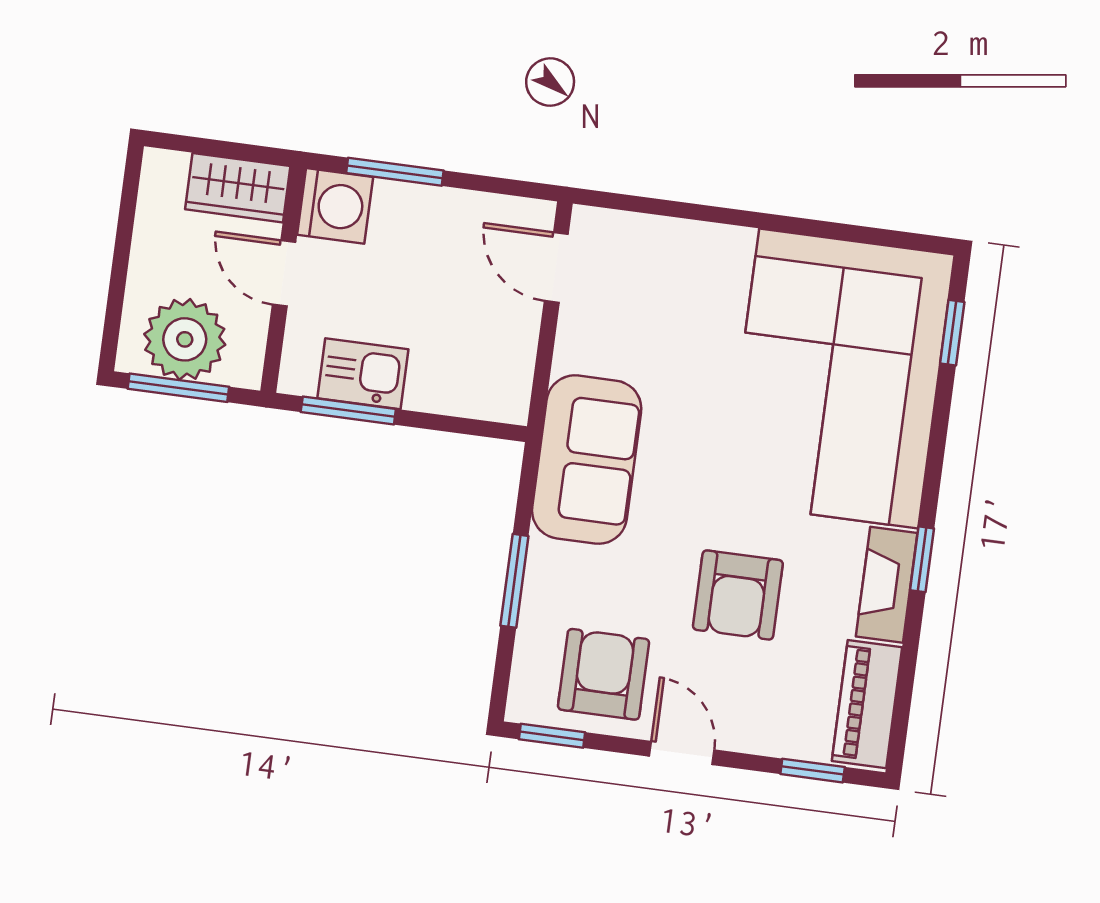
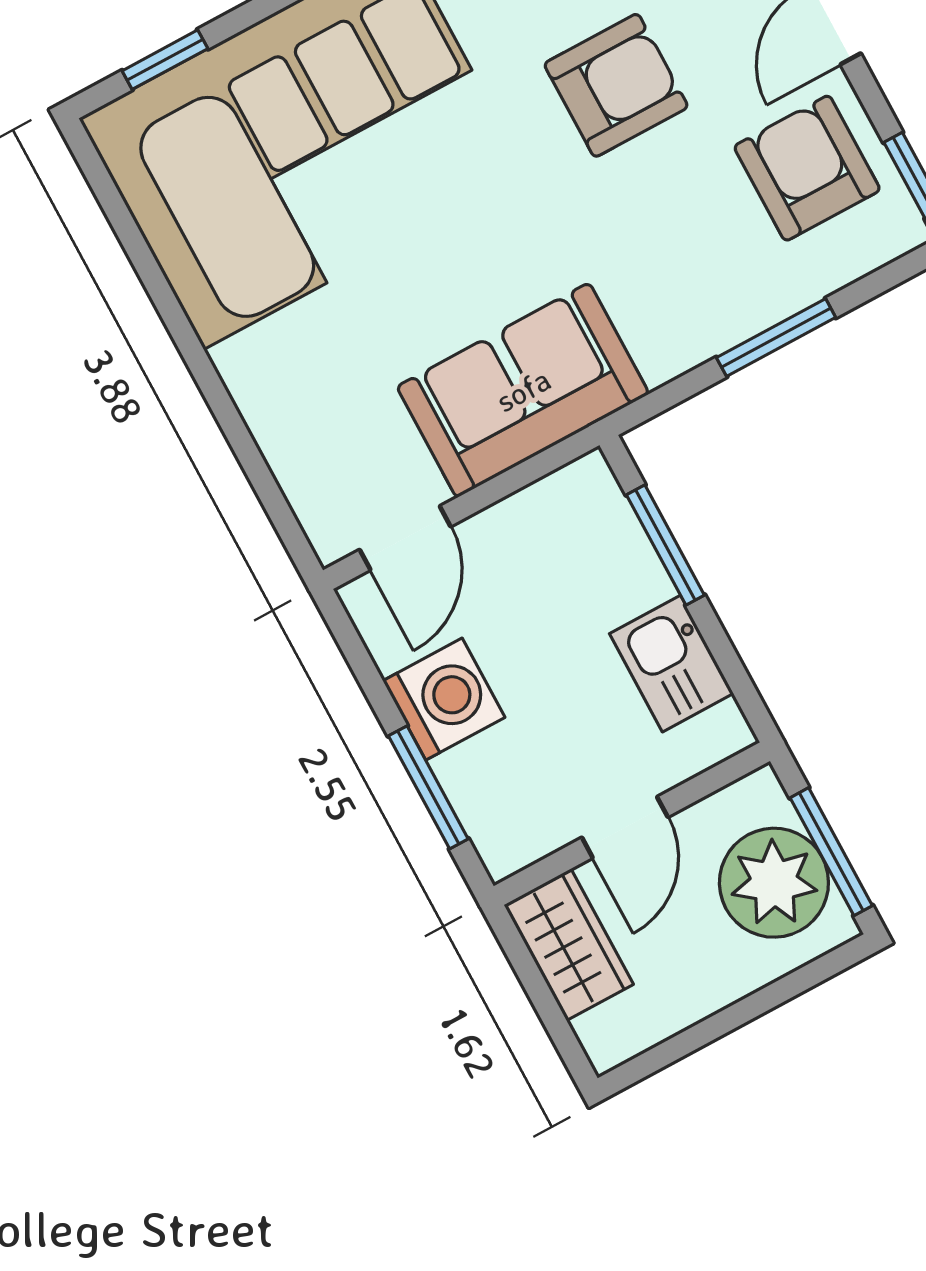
washing machine: (335, 206) -> (444, 699), moved, turned 90
window: (348, 410) -> (665, 545), moved
sofa: (587, 460) -> (523, 390), moved
armchair: (604, 674) -> (807, 168), turned 90

